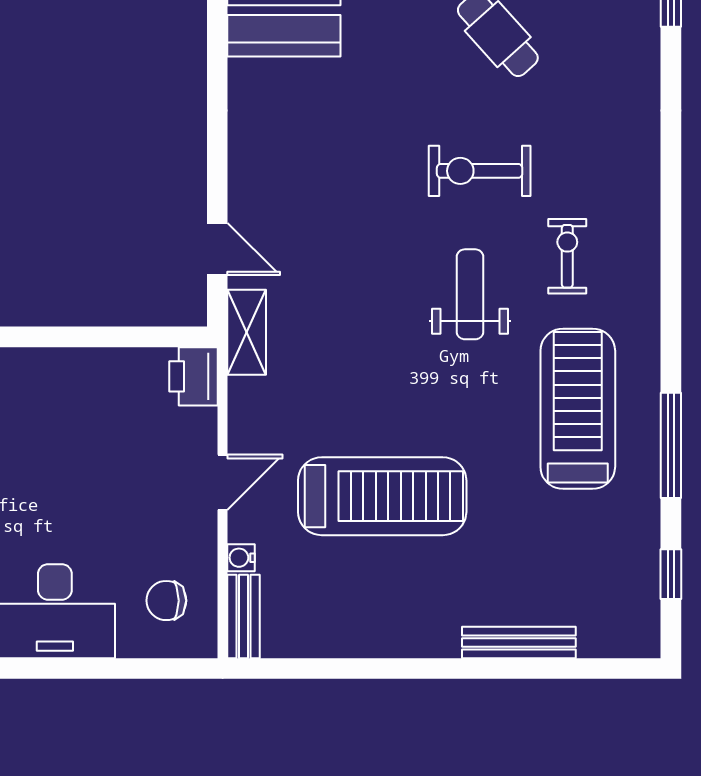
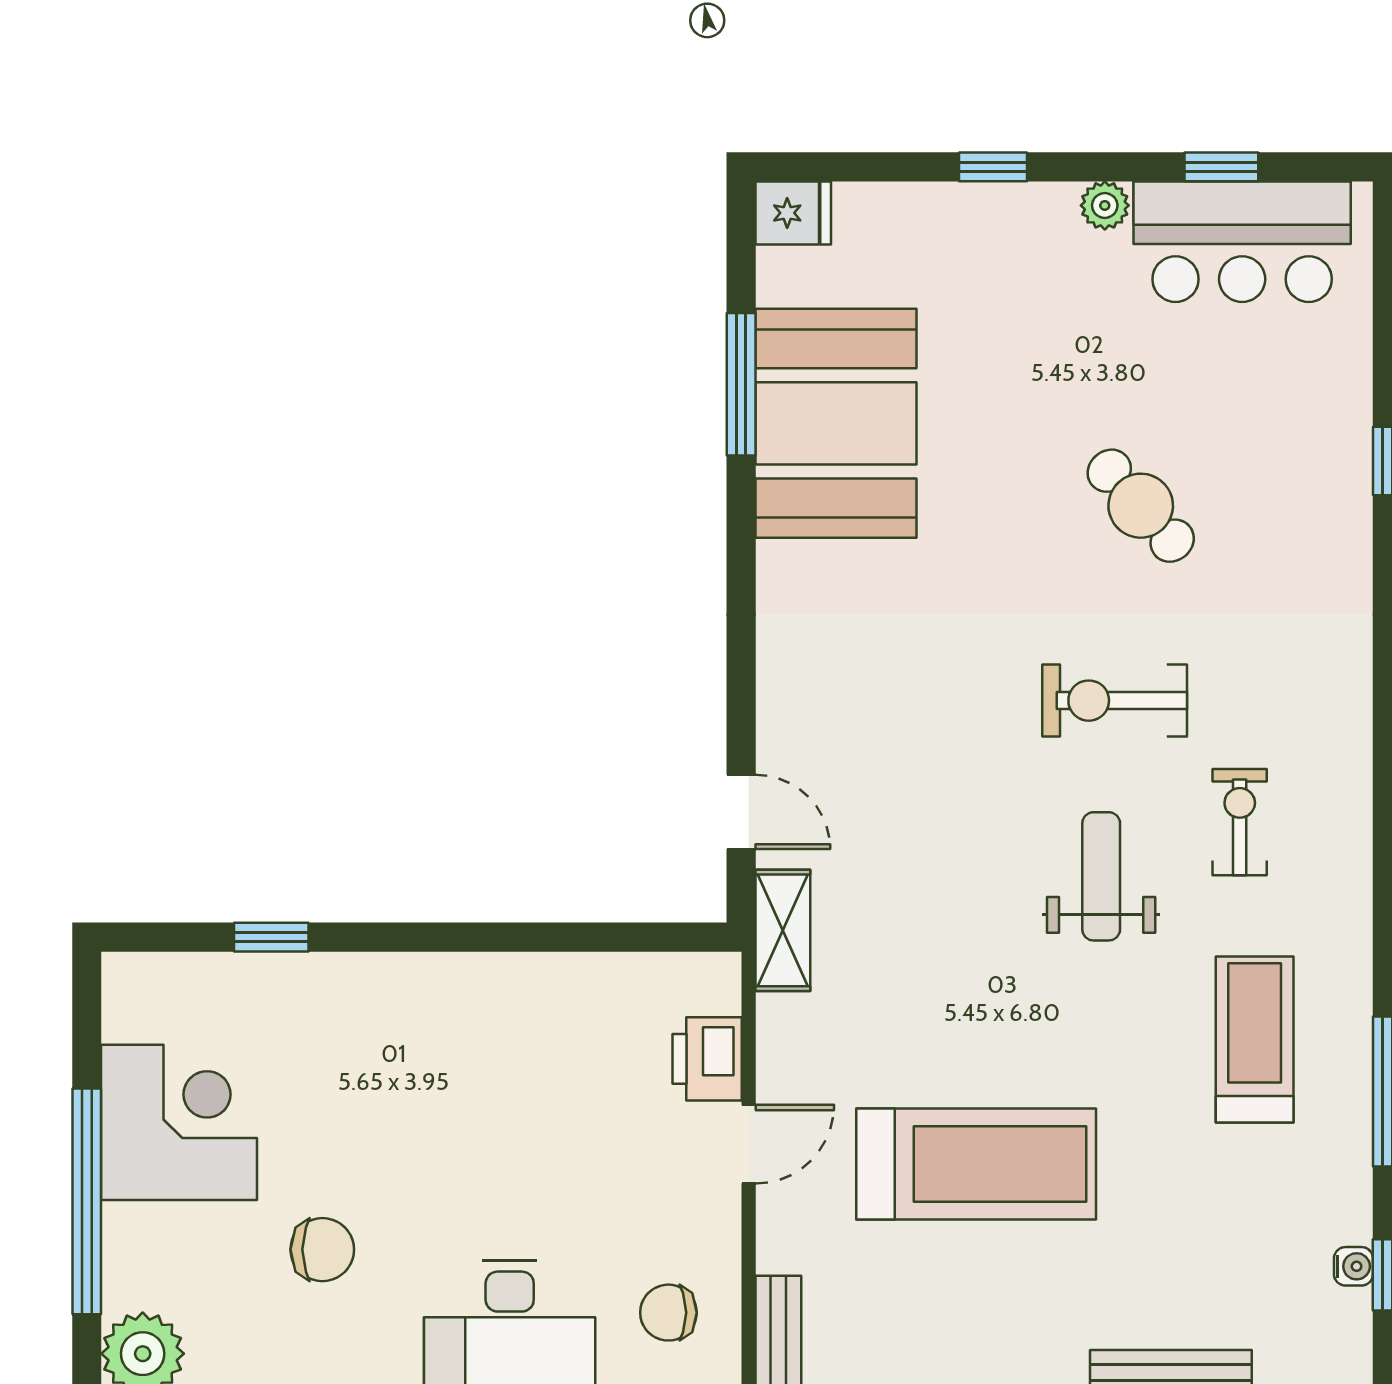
printer: (194, 376) -> (707, 1059), moved
treadmill: (578, 409) -> (1255, 1039), width x0.73, depth x0.73
water cooler: (241, 558) -> (1353, 1266), moved, turned 180

